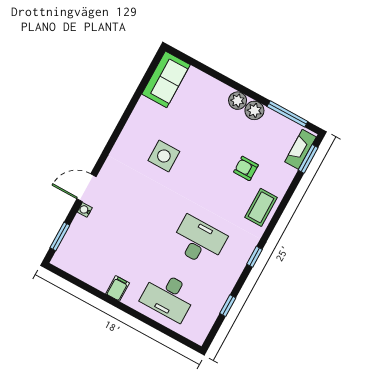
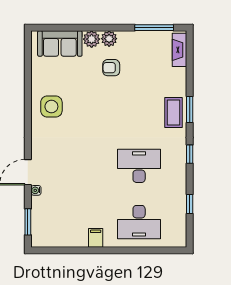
sofa: (166, 79) -> (60, 43), moved, turned 90
plant: (254, 110) -> (92, 39), moved
side table: (164, 156) -> (51, 107), moved
window: (308, 159) -> (190, 110), moved
armchair: (246, 168) -> (111, 68), moved

